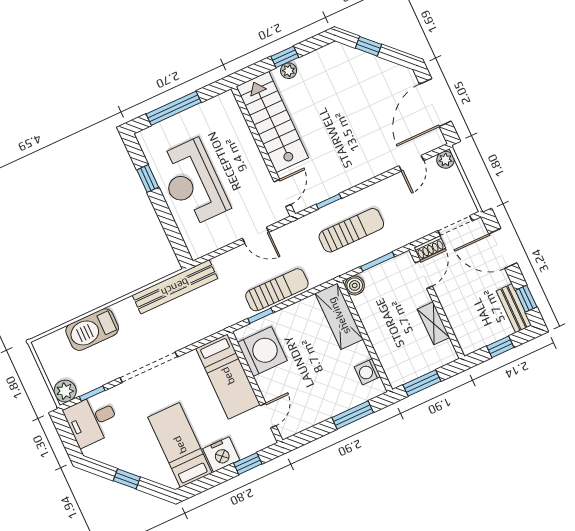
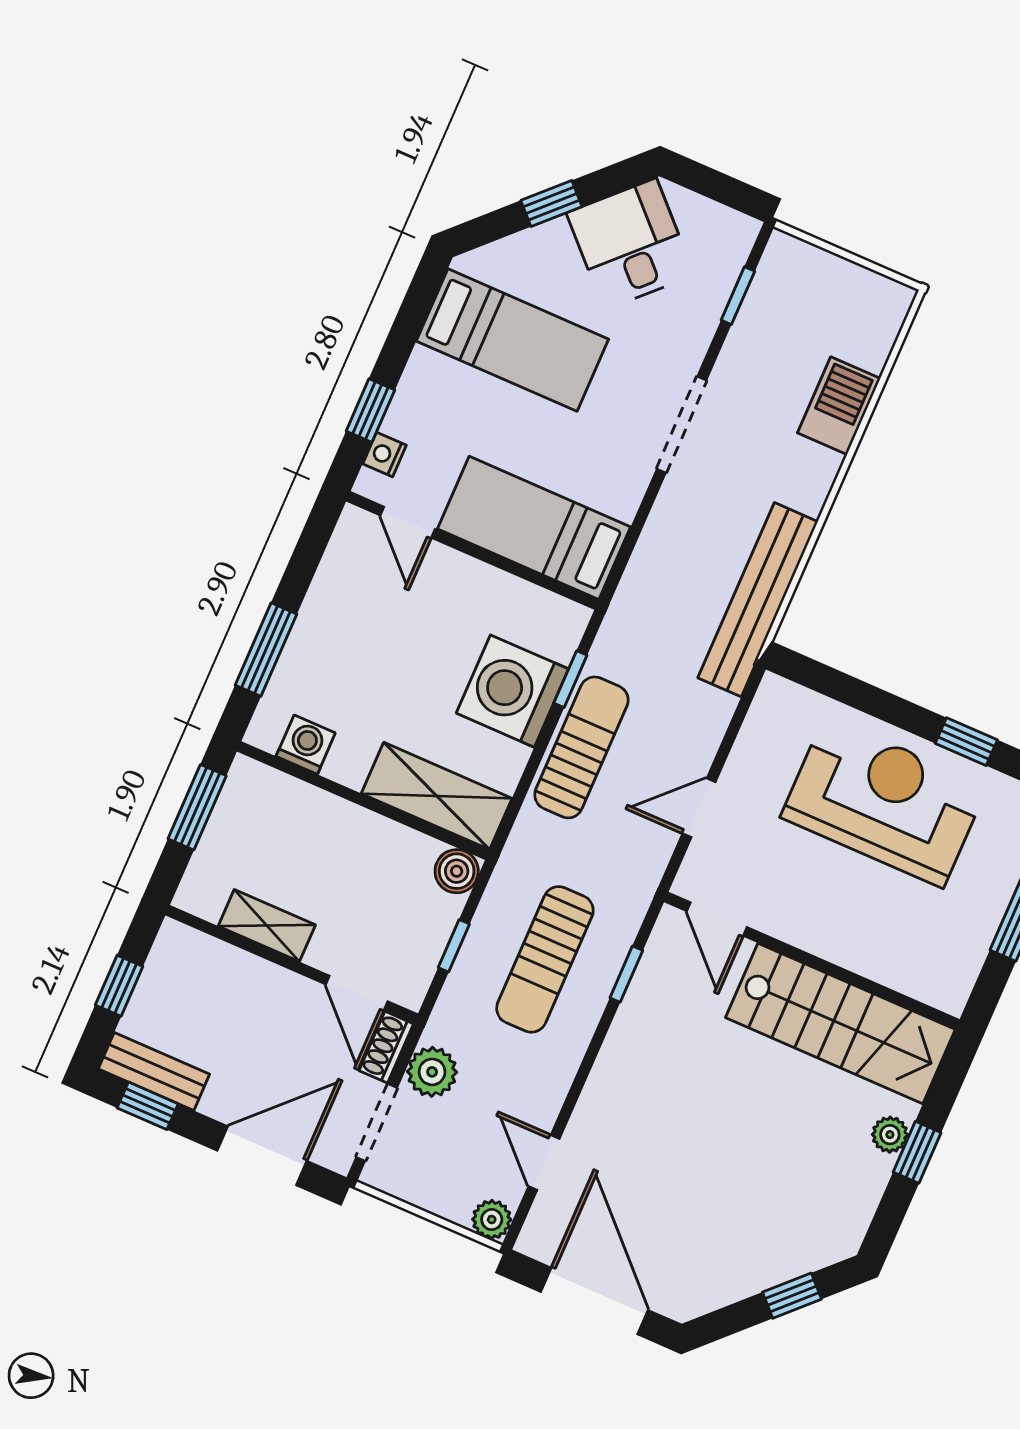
window: (377, 262) -> (454, 946), width x0.67
sun lounger: (277, 290) -> (581, 747), turned 180
barbecue: (92, 330) -> (839, 406), width x0.73, depth x0.83
washing machine: (262, 352) -> (512, 691), moved, turned 90
doorway: (149, 367) -> (682, 425), width x0.73
plant: (65, 391) -> (432, 1072), moved
desk: (92, 420) -> (630, 244), moved, turned -45
nightstand: (221, 454) -> (384, 454), moved, width x0.53, depth x0.56

